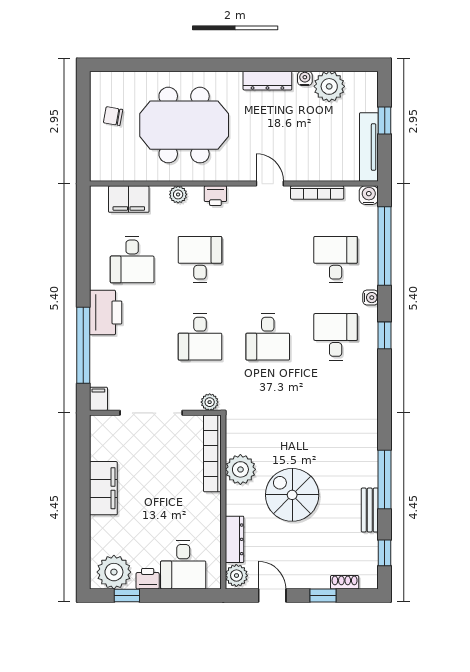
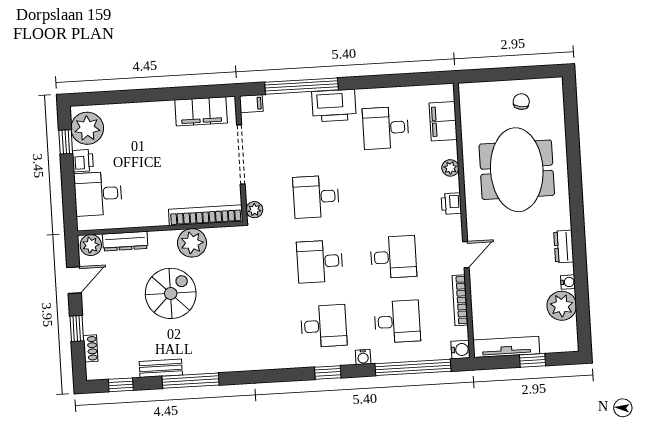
dresser: (267, 81) -> (564, 247), width x0.70
desk: (200, 260) -> (393, 257), moved
filing cabinet: (103, 488) -> (201, 111), moved

